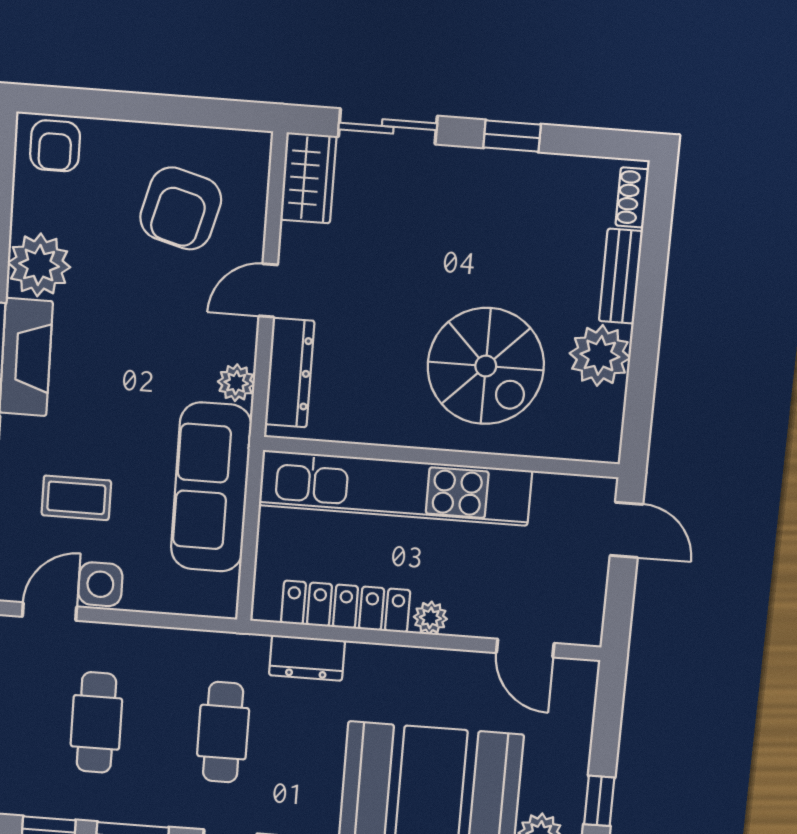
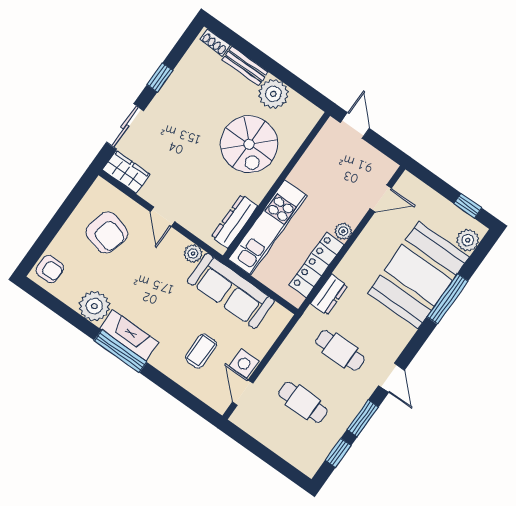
spiral stairs: (486, 366) -> (249, 144), turned 90
dresser: (290, 373) -> (235, 221), moved, turned -90
kitchen unit: (395, 488) -> (268, 227), width x0.73
door: (626, 530) -> (355, 126), hinge flipped

